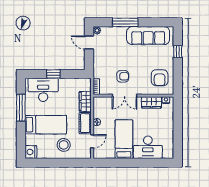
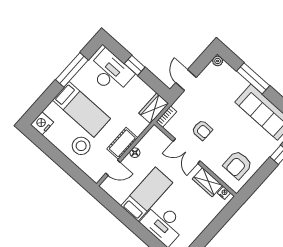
door: (89, 42) -> (186, 80), moved
wardrobe: (85, 101) -> (154, 108), moved

